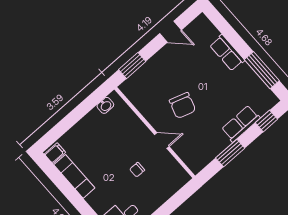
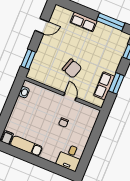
row of seats: (241, 124) -> (104, 86), moved
door: (162, 141) -> (70, 97), hinge flipped

